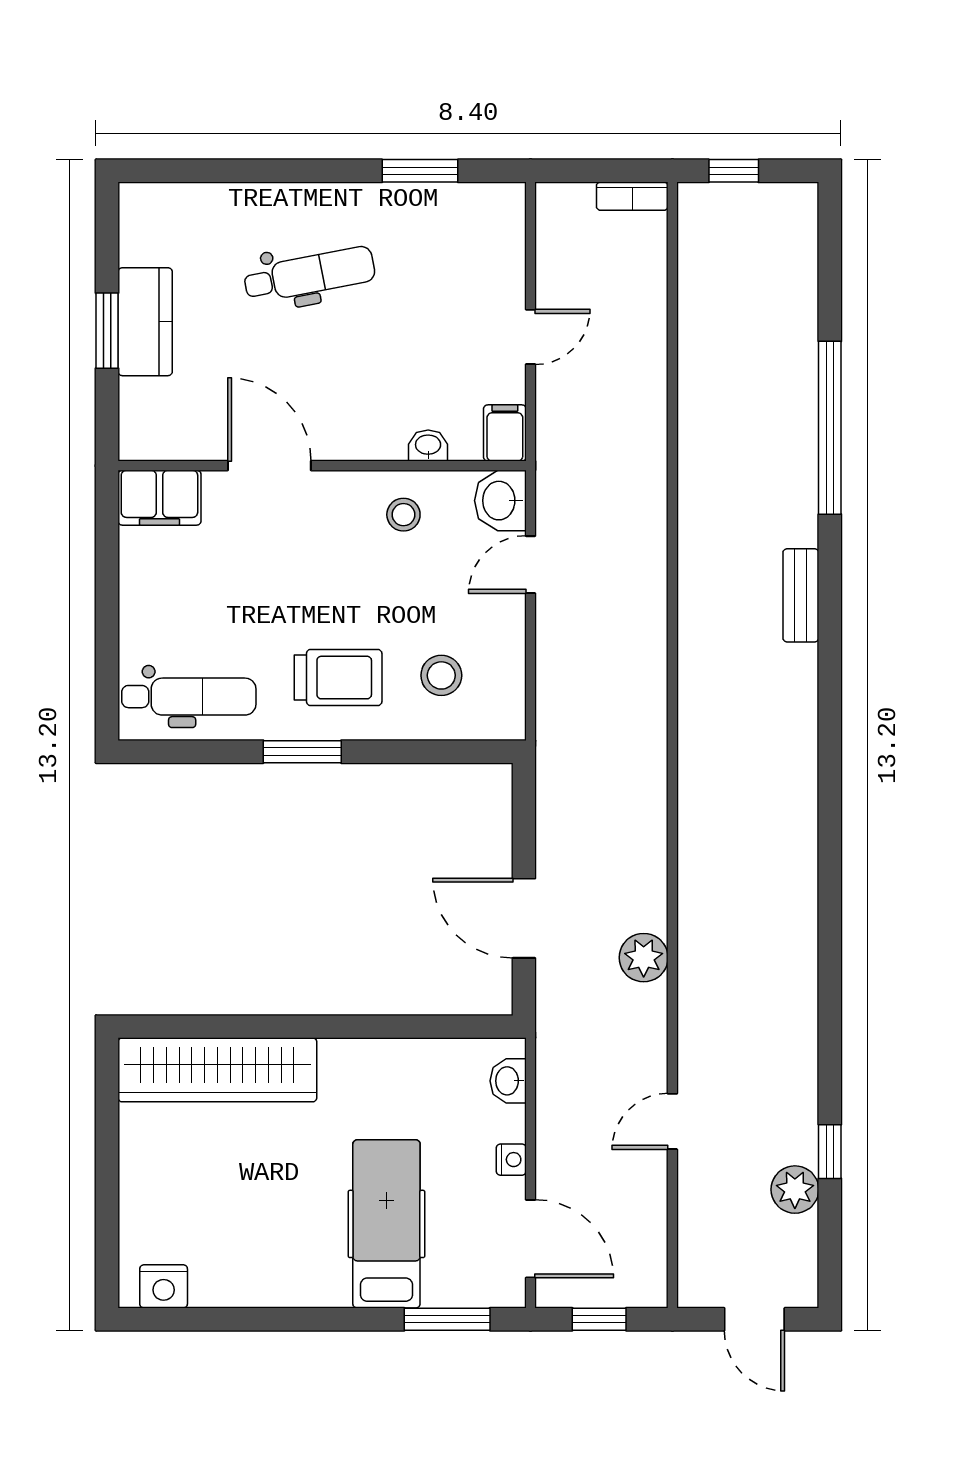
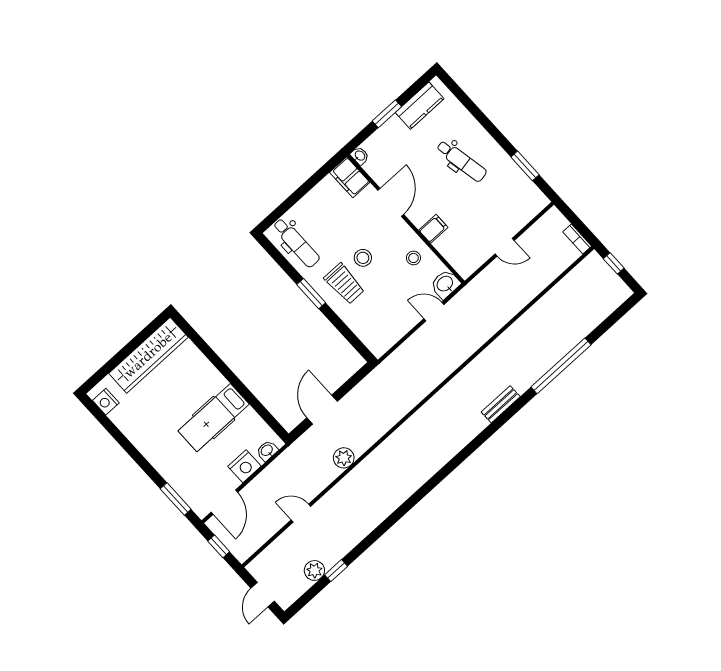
kitchen counter: (145, 322) -> (420, 106), moved
filing cabinet: (505, 433) -> (433, 229), moved
washbasin: (428, 446) -> (360, 156), moved
stool: (441, 675) -> (363, 258), moved
wardrobe: (217, 1070) -> (148, 355), moved, turned -90
nightstand: (511, 1160) -> (244, 466), width x1.89, depth x1.79
hospital bed: (386, 1224) -> (214, 418), moved, turned 180

